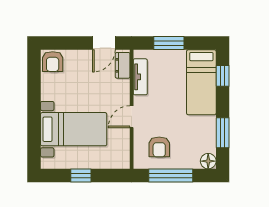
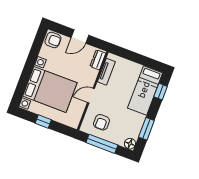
door: (104, 43) -> (80, 36), moved
window: (169, 43) -> (134, 57), removed
armchair: (53, 62) -> (53, 40), turned -90
bed with nightstands: (74, 129) -> (50, 89), width x1.36

